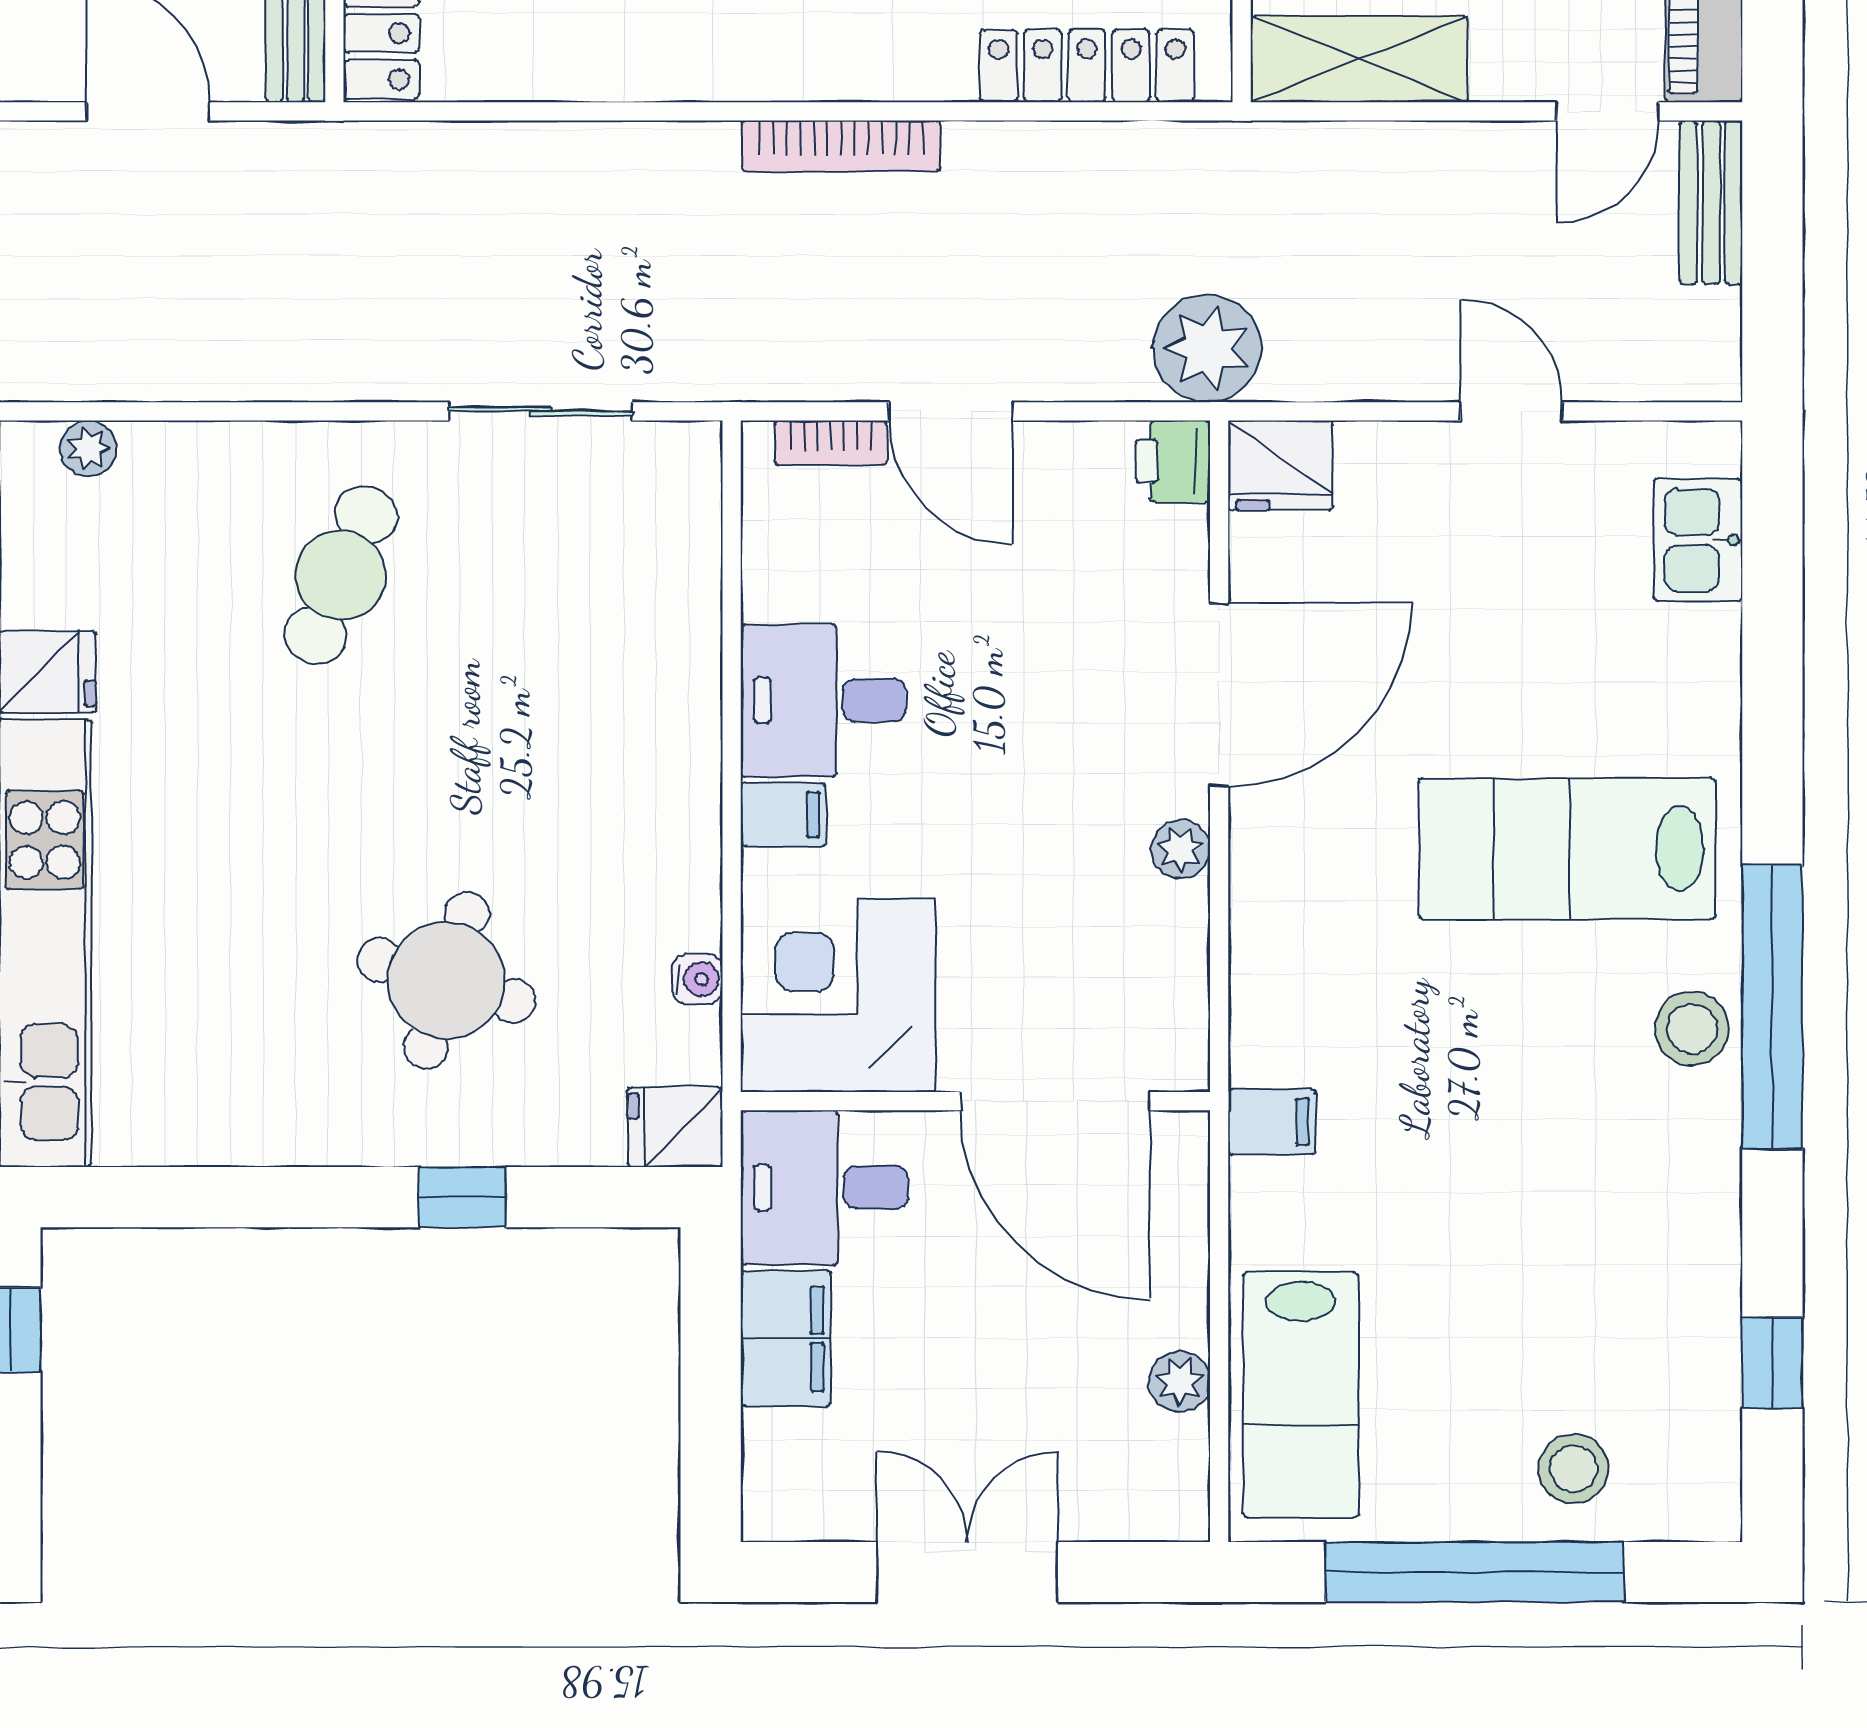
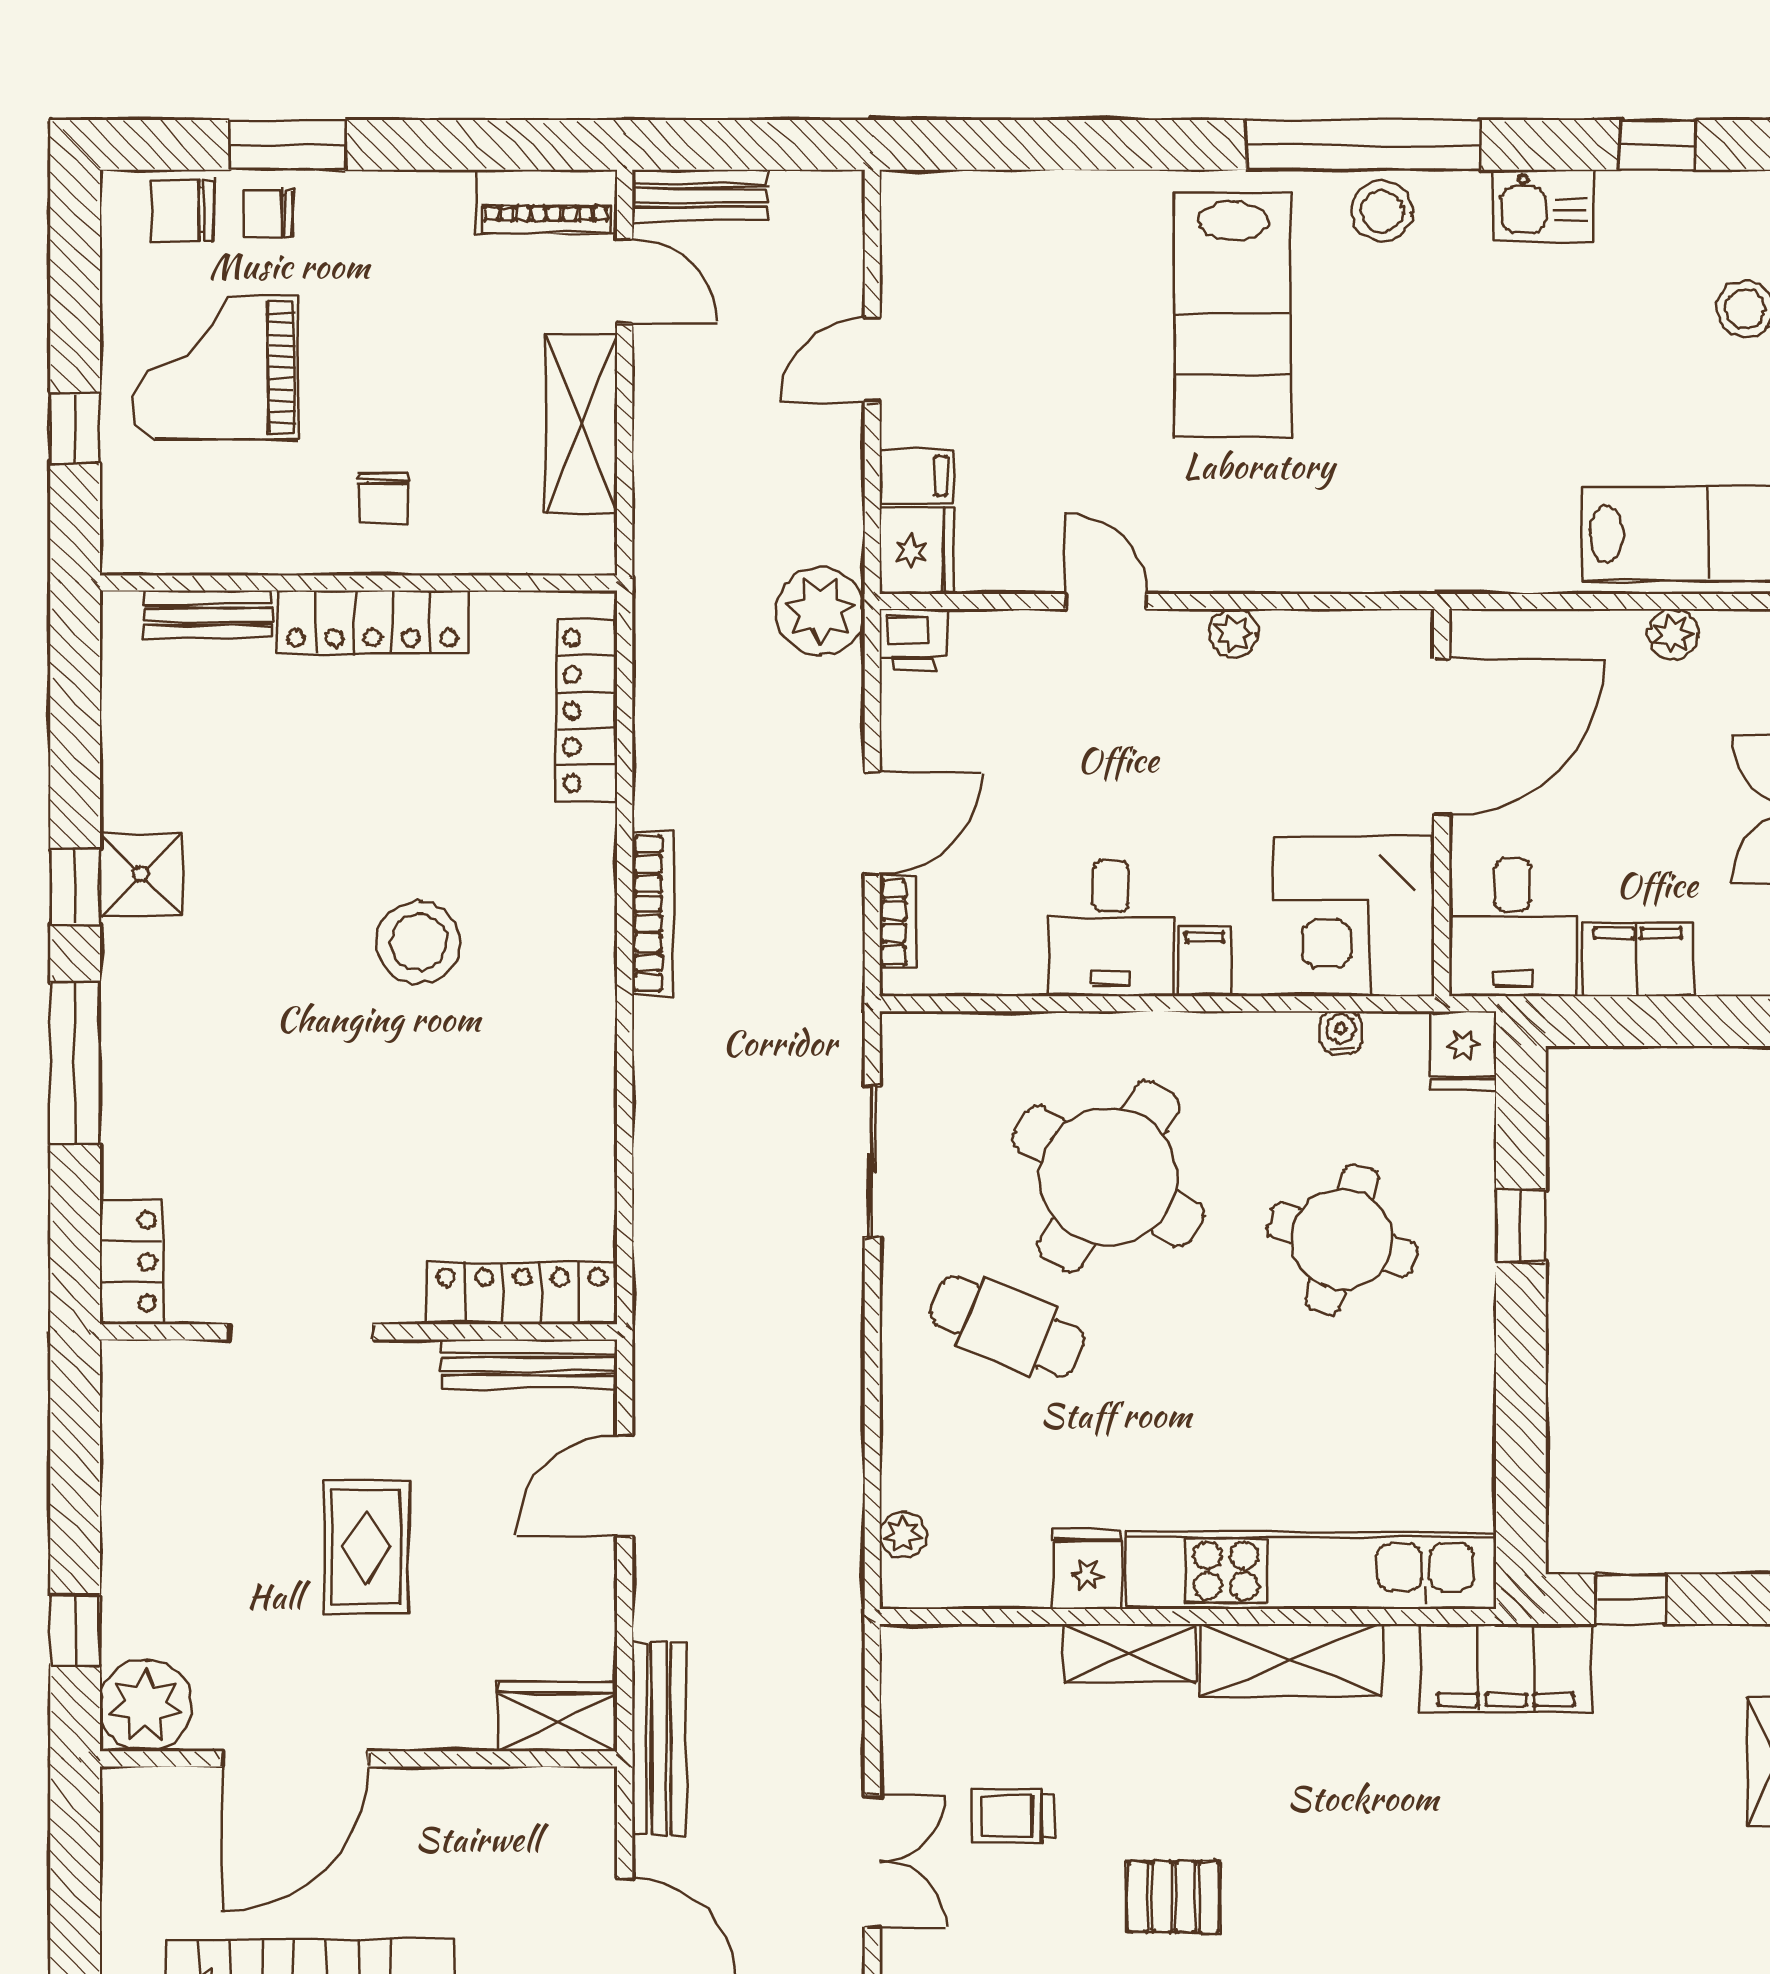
shelving: (1359, 59) -> (581, 424), moved
kitchen sink: (1698, 540) -> (1544, 206), moved
door: (1219, 695) -> (1106, 602), width x0.53
round table: (523, 698) -> (1109, 1176), added
filing cabinet: (1272, 1122) -> (916, 476), moved, turned 90

